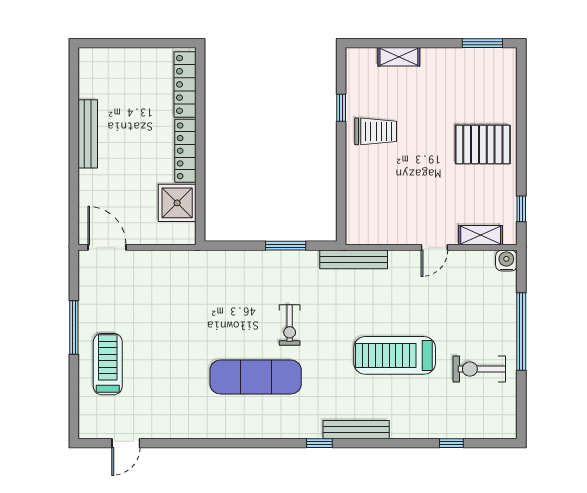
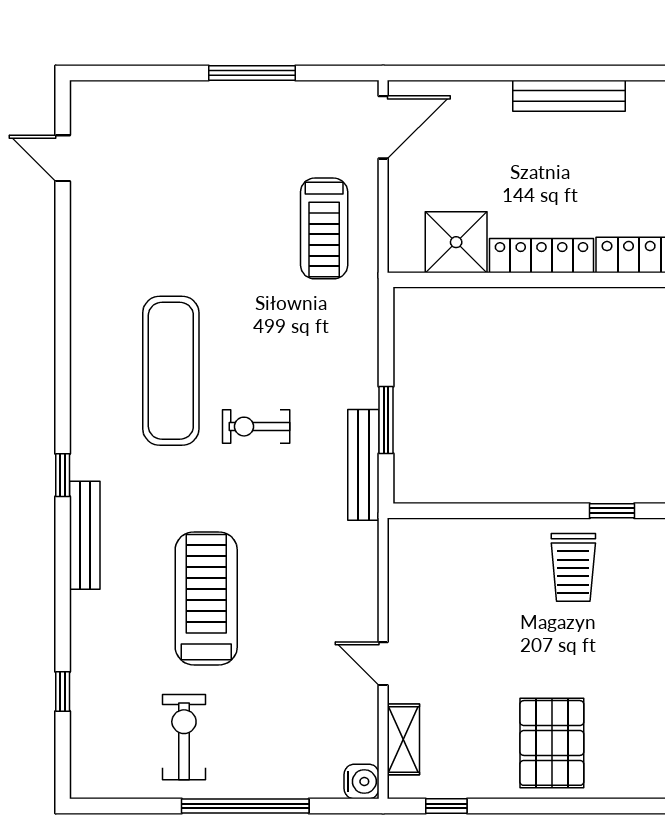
bench: (354, 259) -> (363, 465), moved
treadmill: (108, 364) -> (324, 228), moved, turned 90

